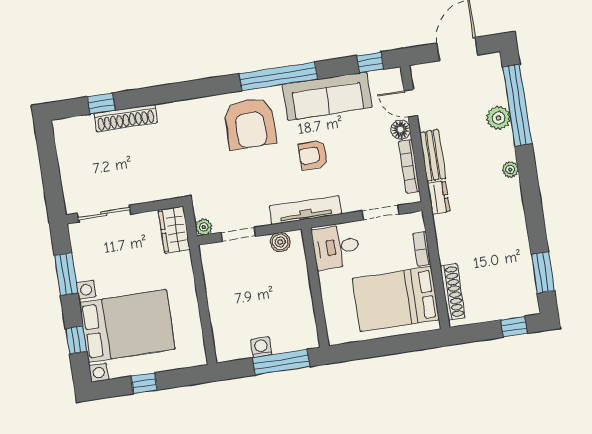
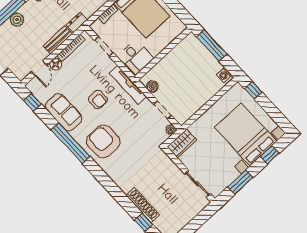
sofa: (327, 96) -> (64, 112), width x0.73
armchair: (250, 123) -> (103, 141), turned -90
washing machine: (261, 347) -> (224, 75), moved
window: (144, 383) -> (253, 90), moved

